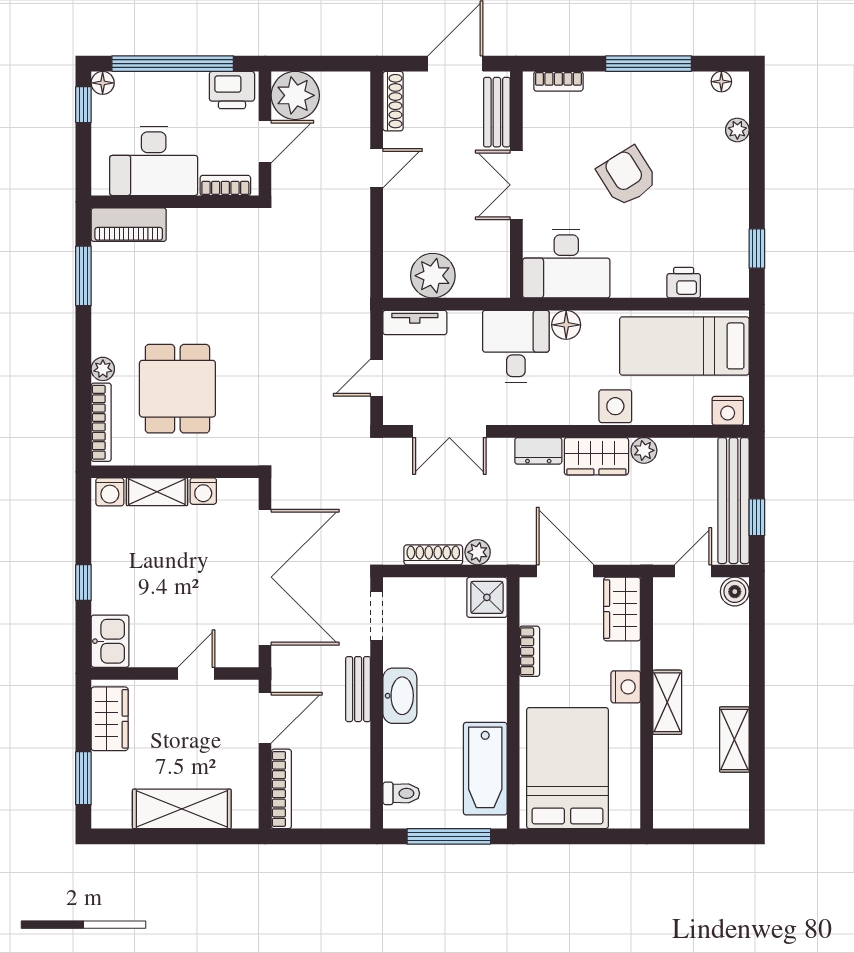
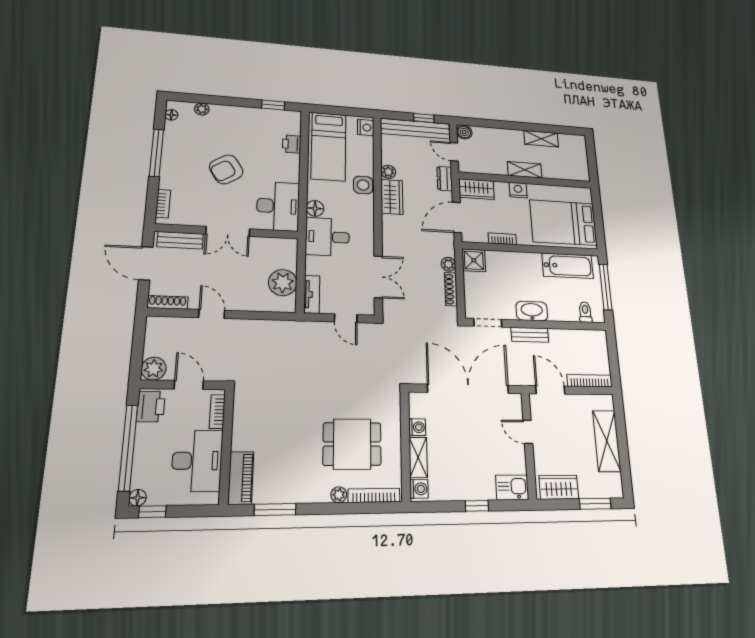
plant: (295, 95) -> (154, 369), width x0.73, depth x0.73
dresser: (538, 451) -> (445, 179), moved, turned 180

